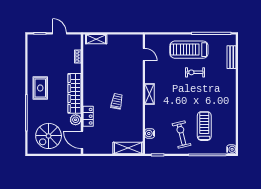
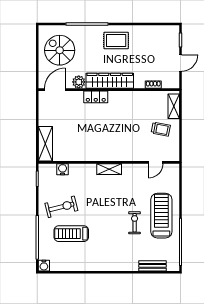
trolley: (117, 101) -> (161, 129), moved
locker: (88, 116) -> (96, 97), moved
treadmill: (204, 126) -> (71, 234), turned 180

